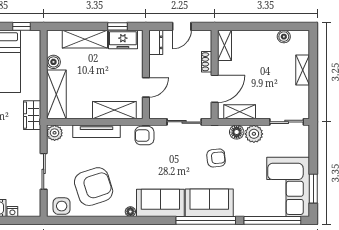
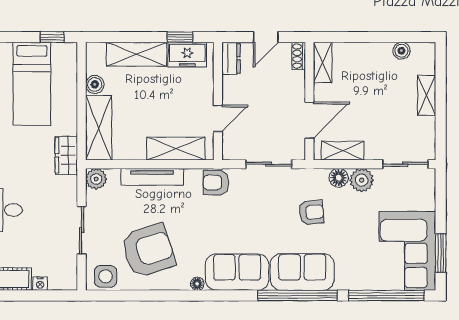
shoe rack: (207, 62) -> (299, 56), moved

